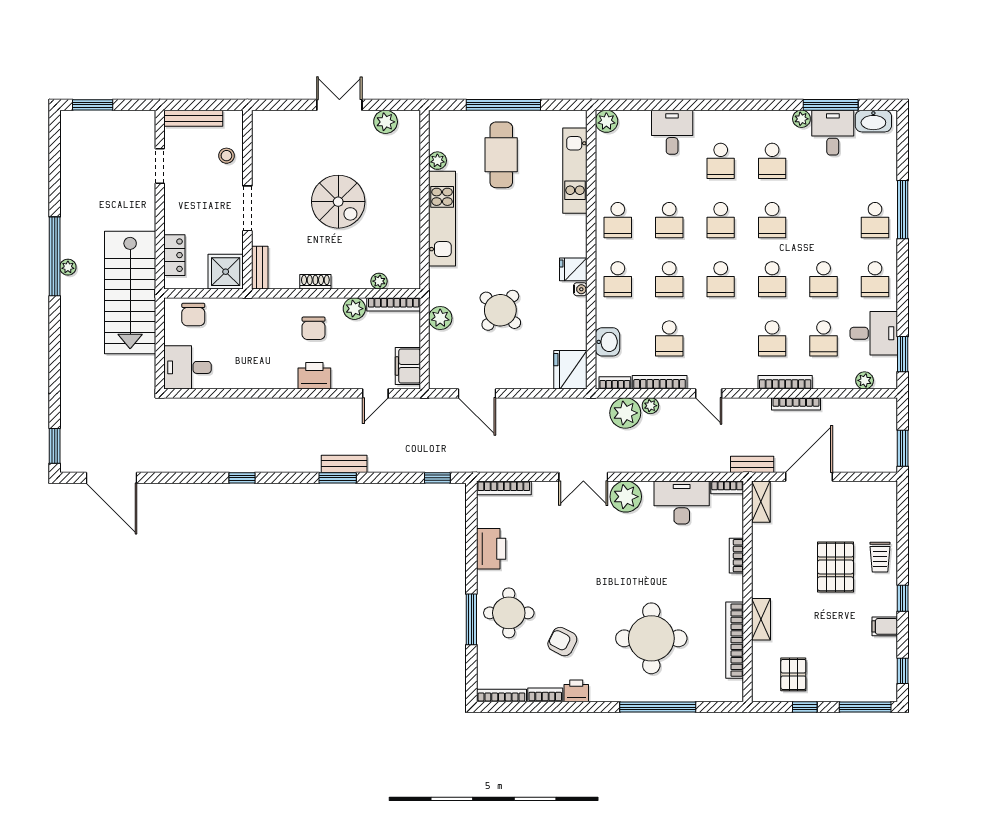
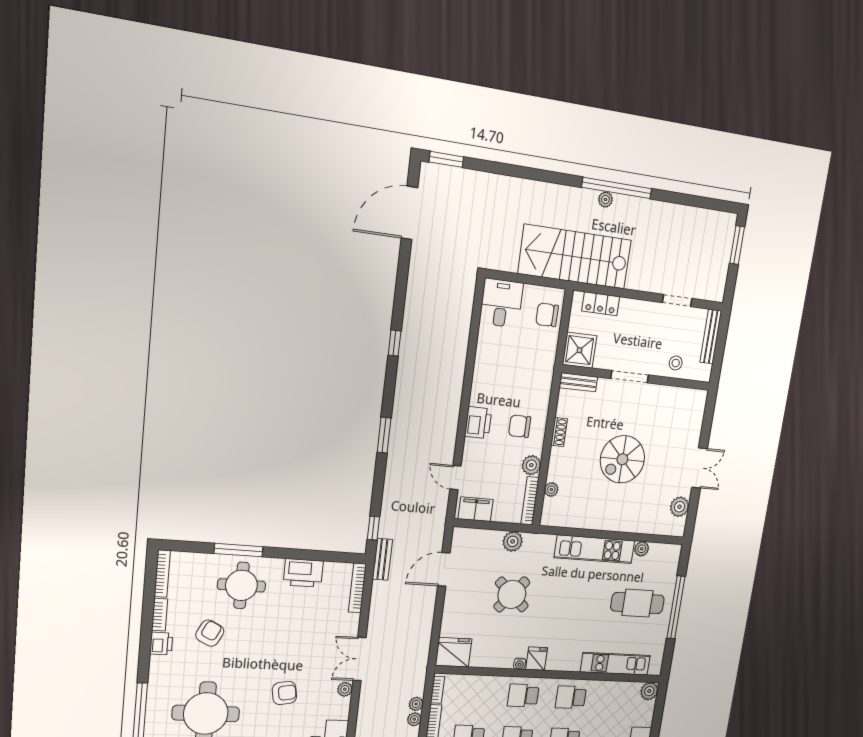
washbasin: (607, 342) -> (473, 685), removed
plant: (625, 413) -> (416, 704), width x0.53, depth x0.53
bench: (344, 464) -> (382, 559), moved
plant: (626, 497) -> (345, 689), width x0.53, depth x0.53
armchair: (625, 556) -> (284, 693), added

